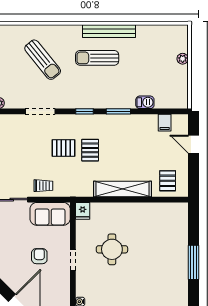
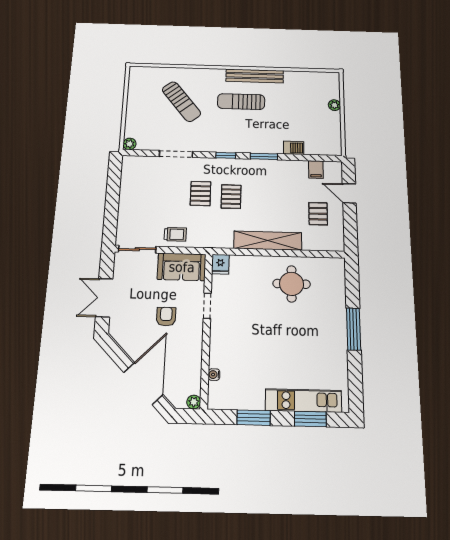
pallet: (63, 148) -> (201, 193), turned 90
pallet: (168, 181) -> (318, 214), moved
round table: (112, 249) -> (292, 284), moved
doorway: (73, 260) -> (207, 306), moved

